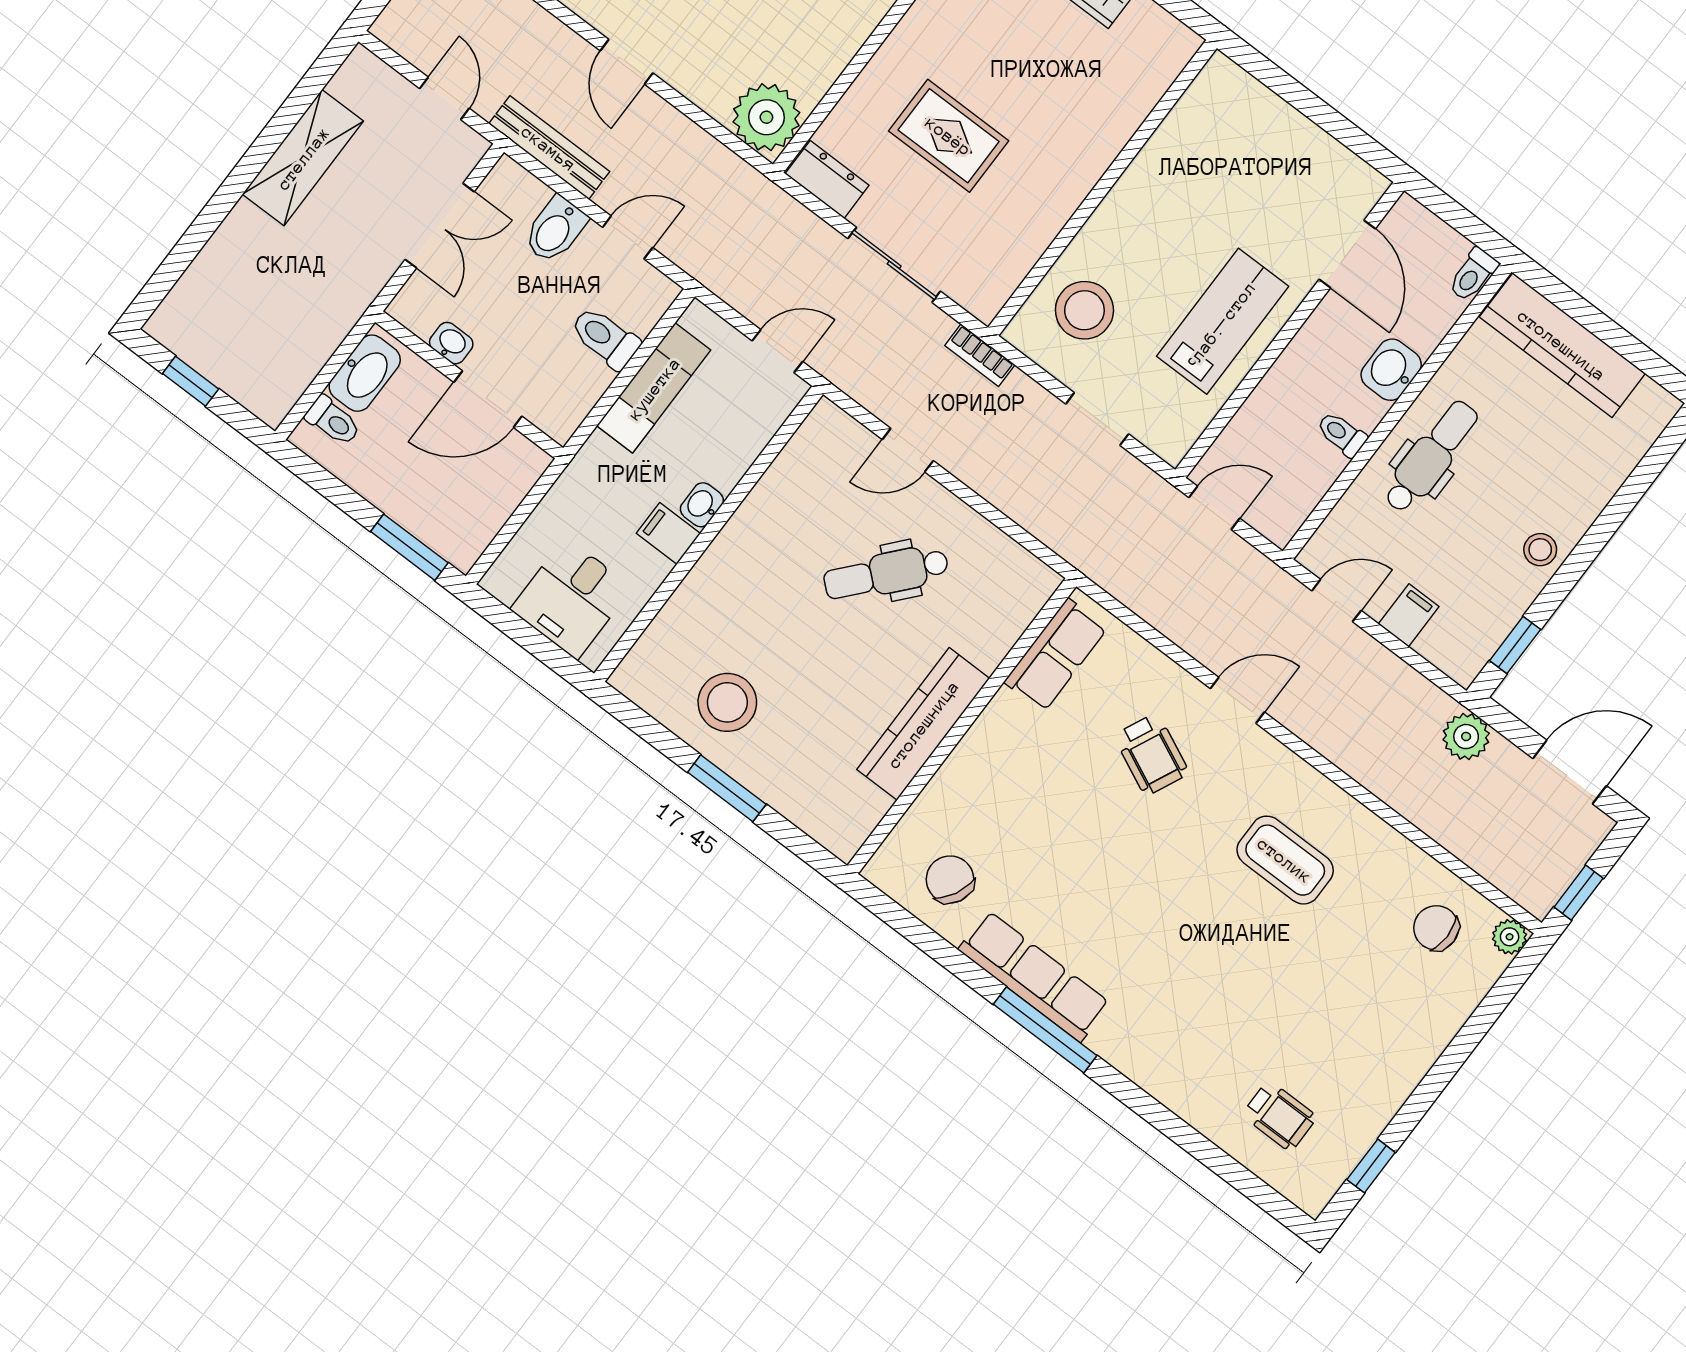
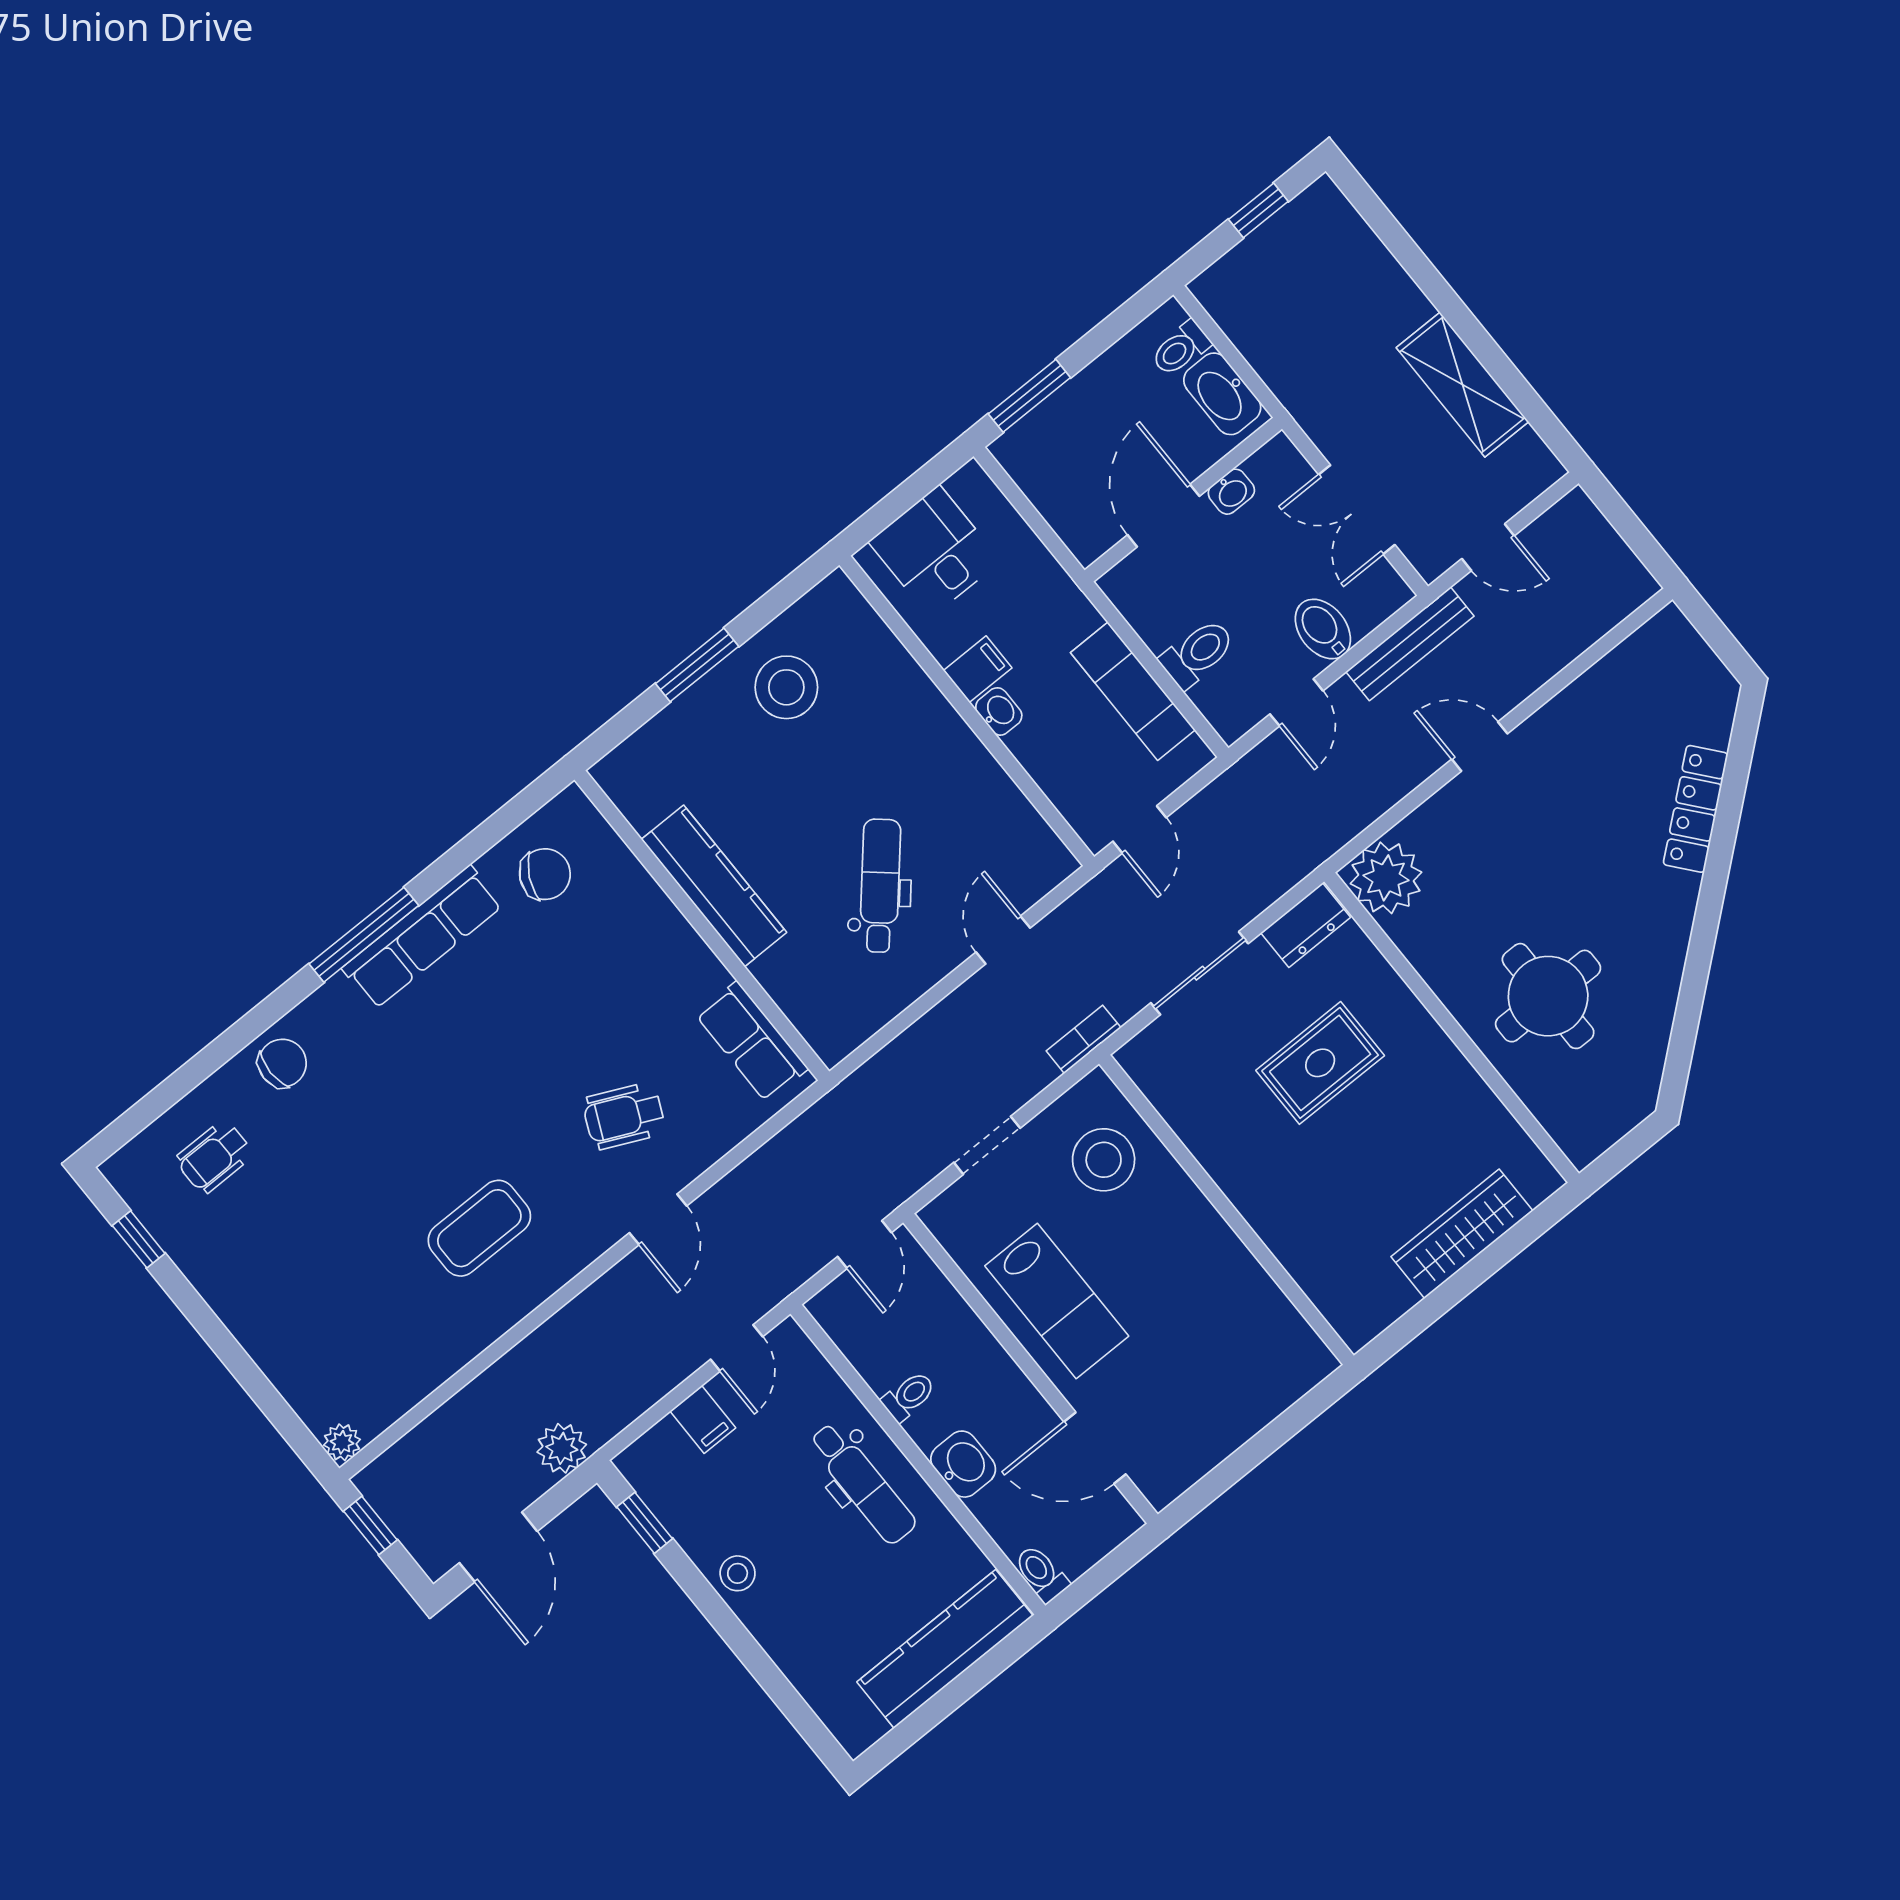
chair: (1436, 928) -> (282, 1063), moved

